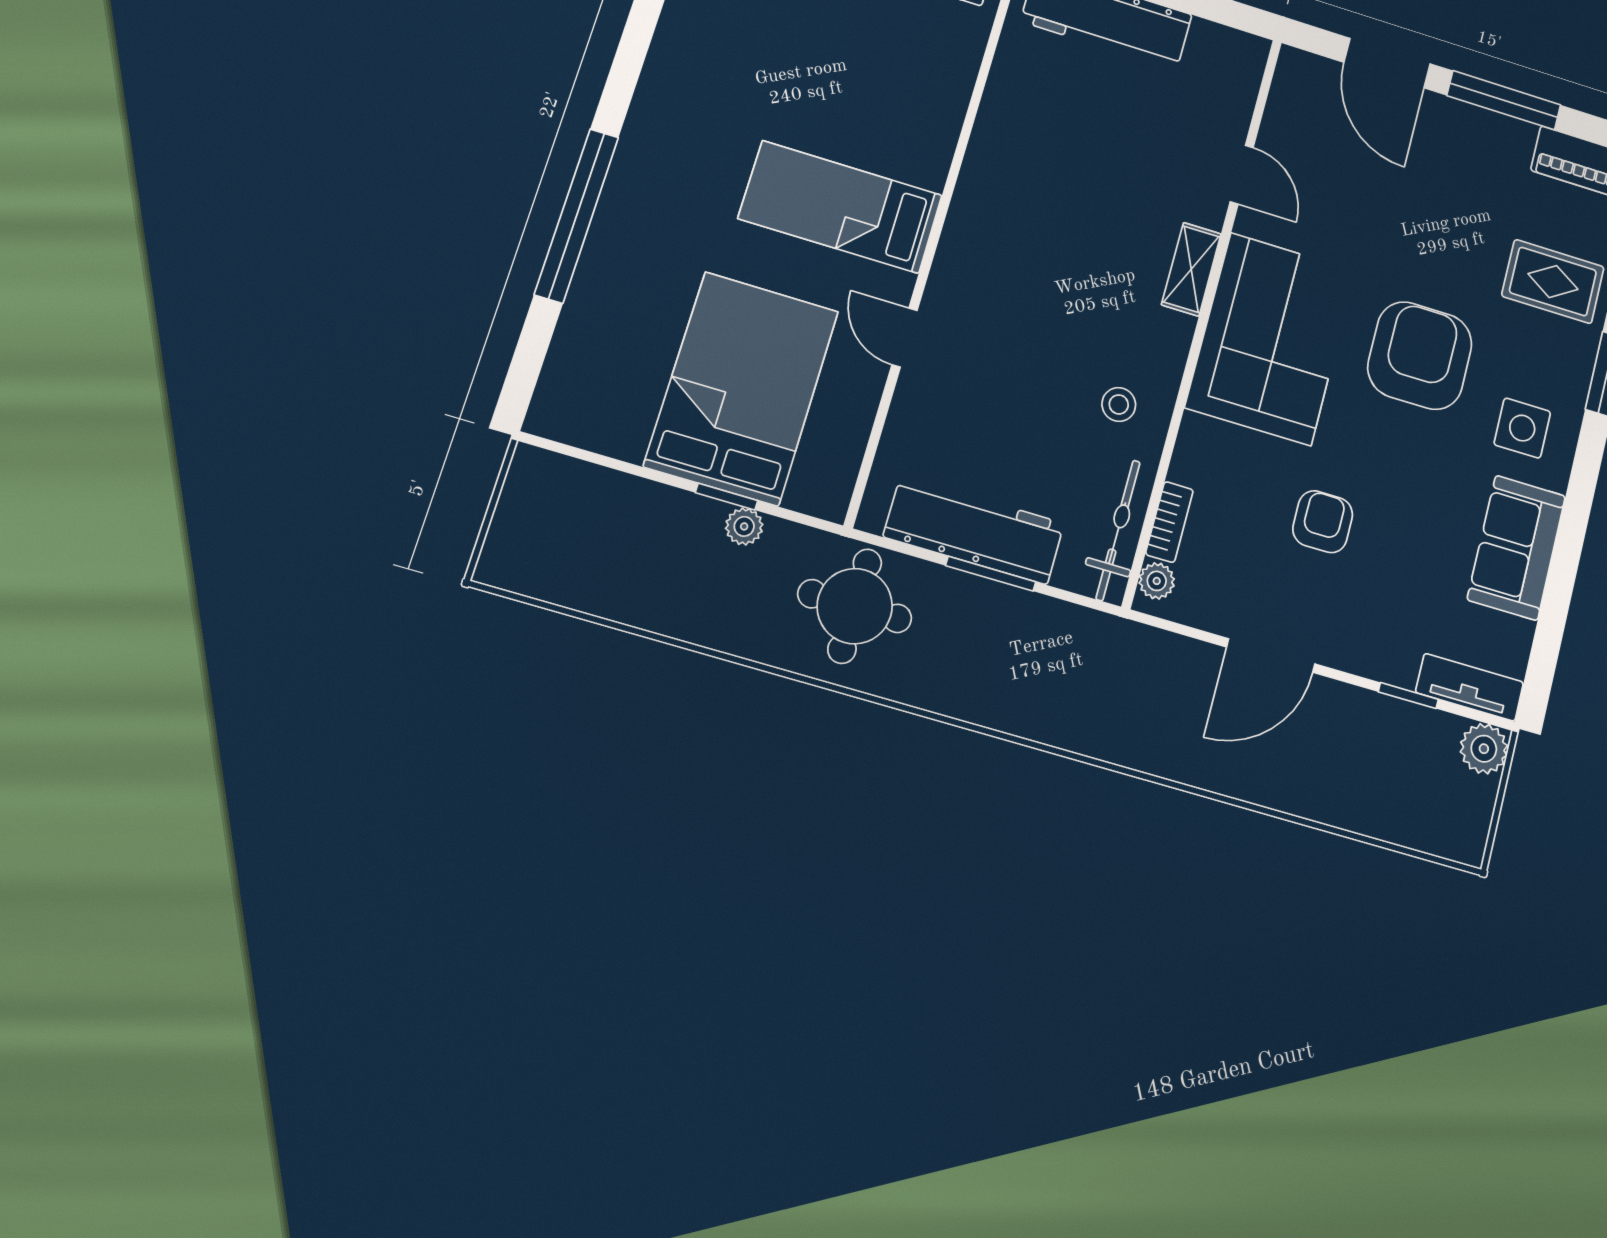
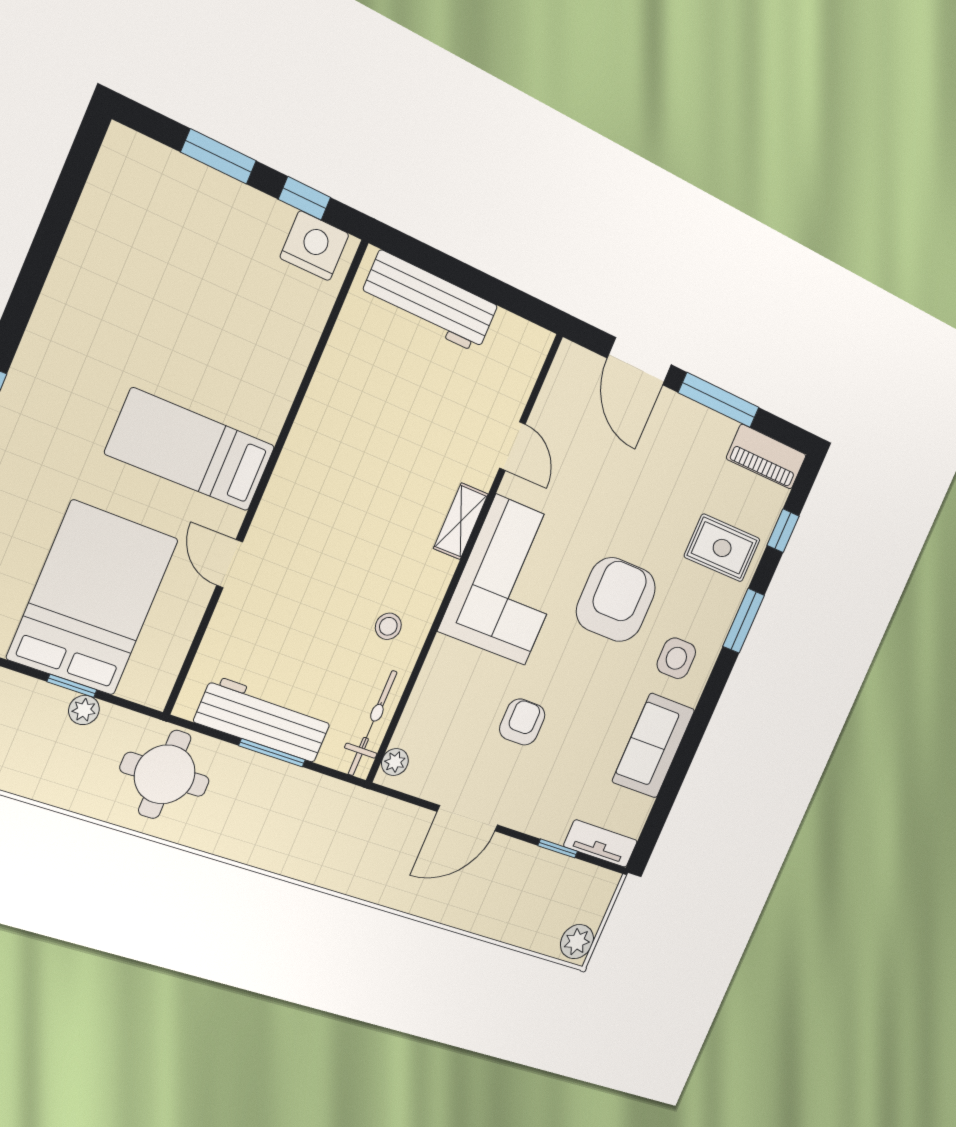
bookcase: (1169, 522) -> (411, 718), removed
plant: (1484, 749) -> (577, 942), moved

